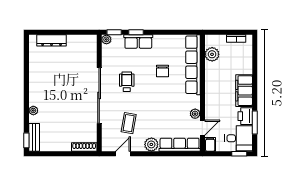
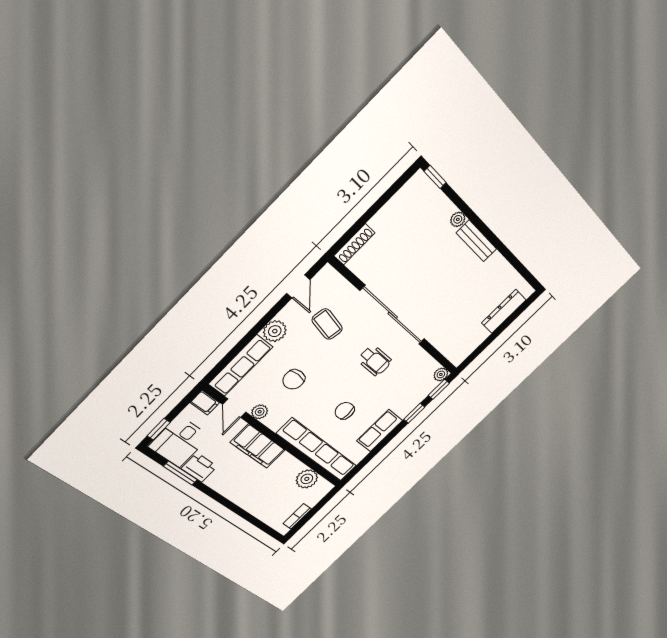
row of seats: (138, 42) -> (380, 431), moved
filing cabinet: (244, 91) -> (258, 446), moved, turned 180
chair: (167, 113) -> (294, 379), added
bench: (34, 137) -> (477, 241), moved

